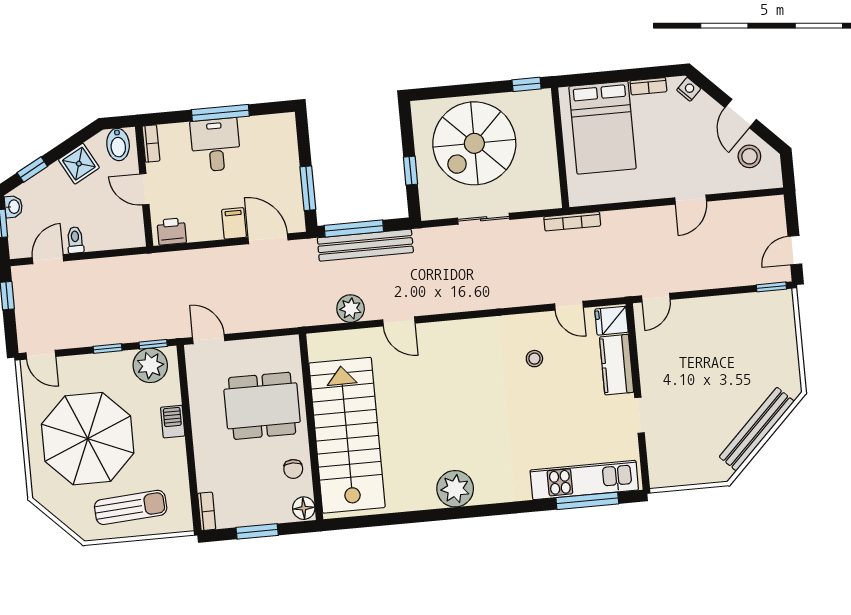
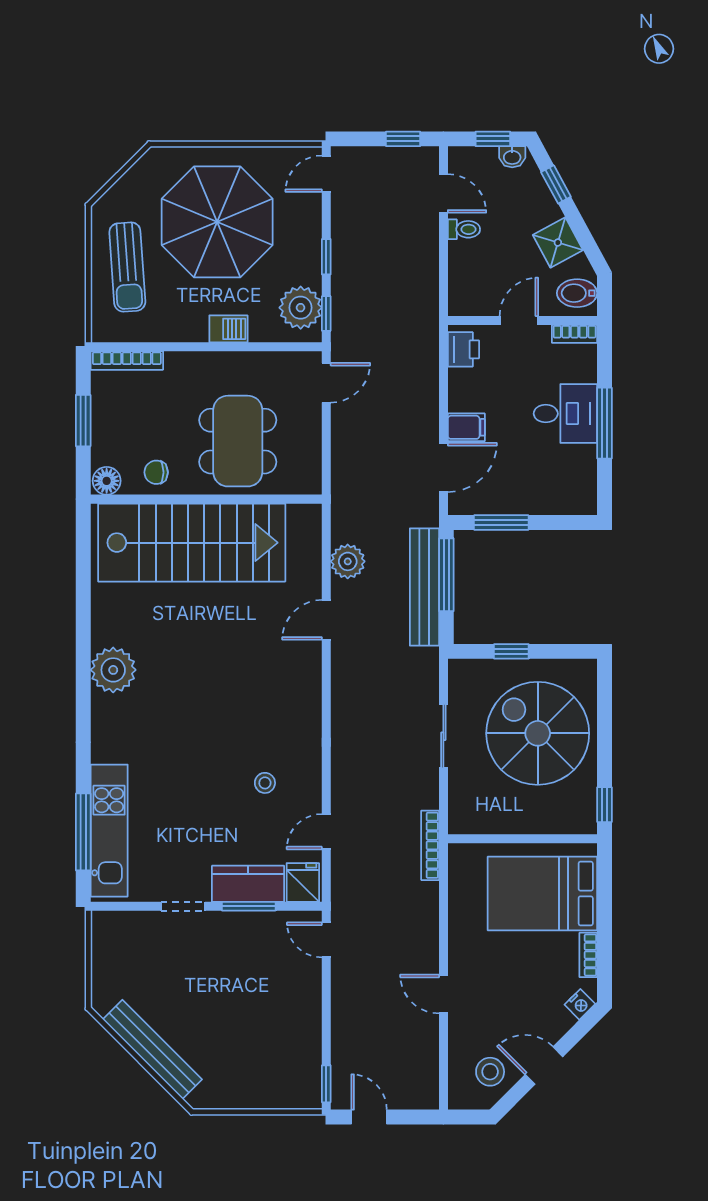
window: (635, 362) -> (249, 906), added
bookcase: (207, 511) -> (127, 361), width x1.56

